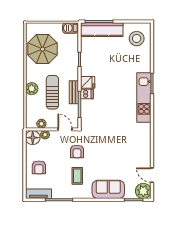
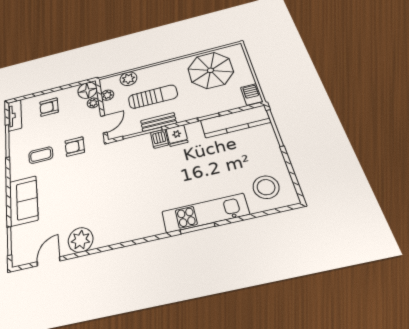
kitchen counter: (102, 30) -> (235, 121), moved, turned -90
plant: (32, 89) -> (128, 79), moved
kitchen unit: (144, 98) -> (205, 213), moved
plant: (143, 191) -> (81, 240), moved

